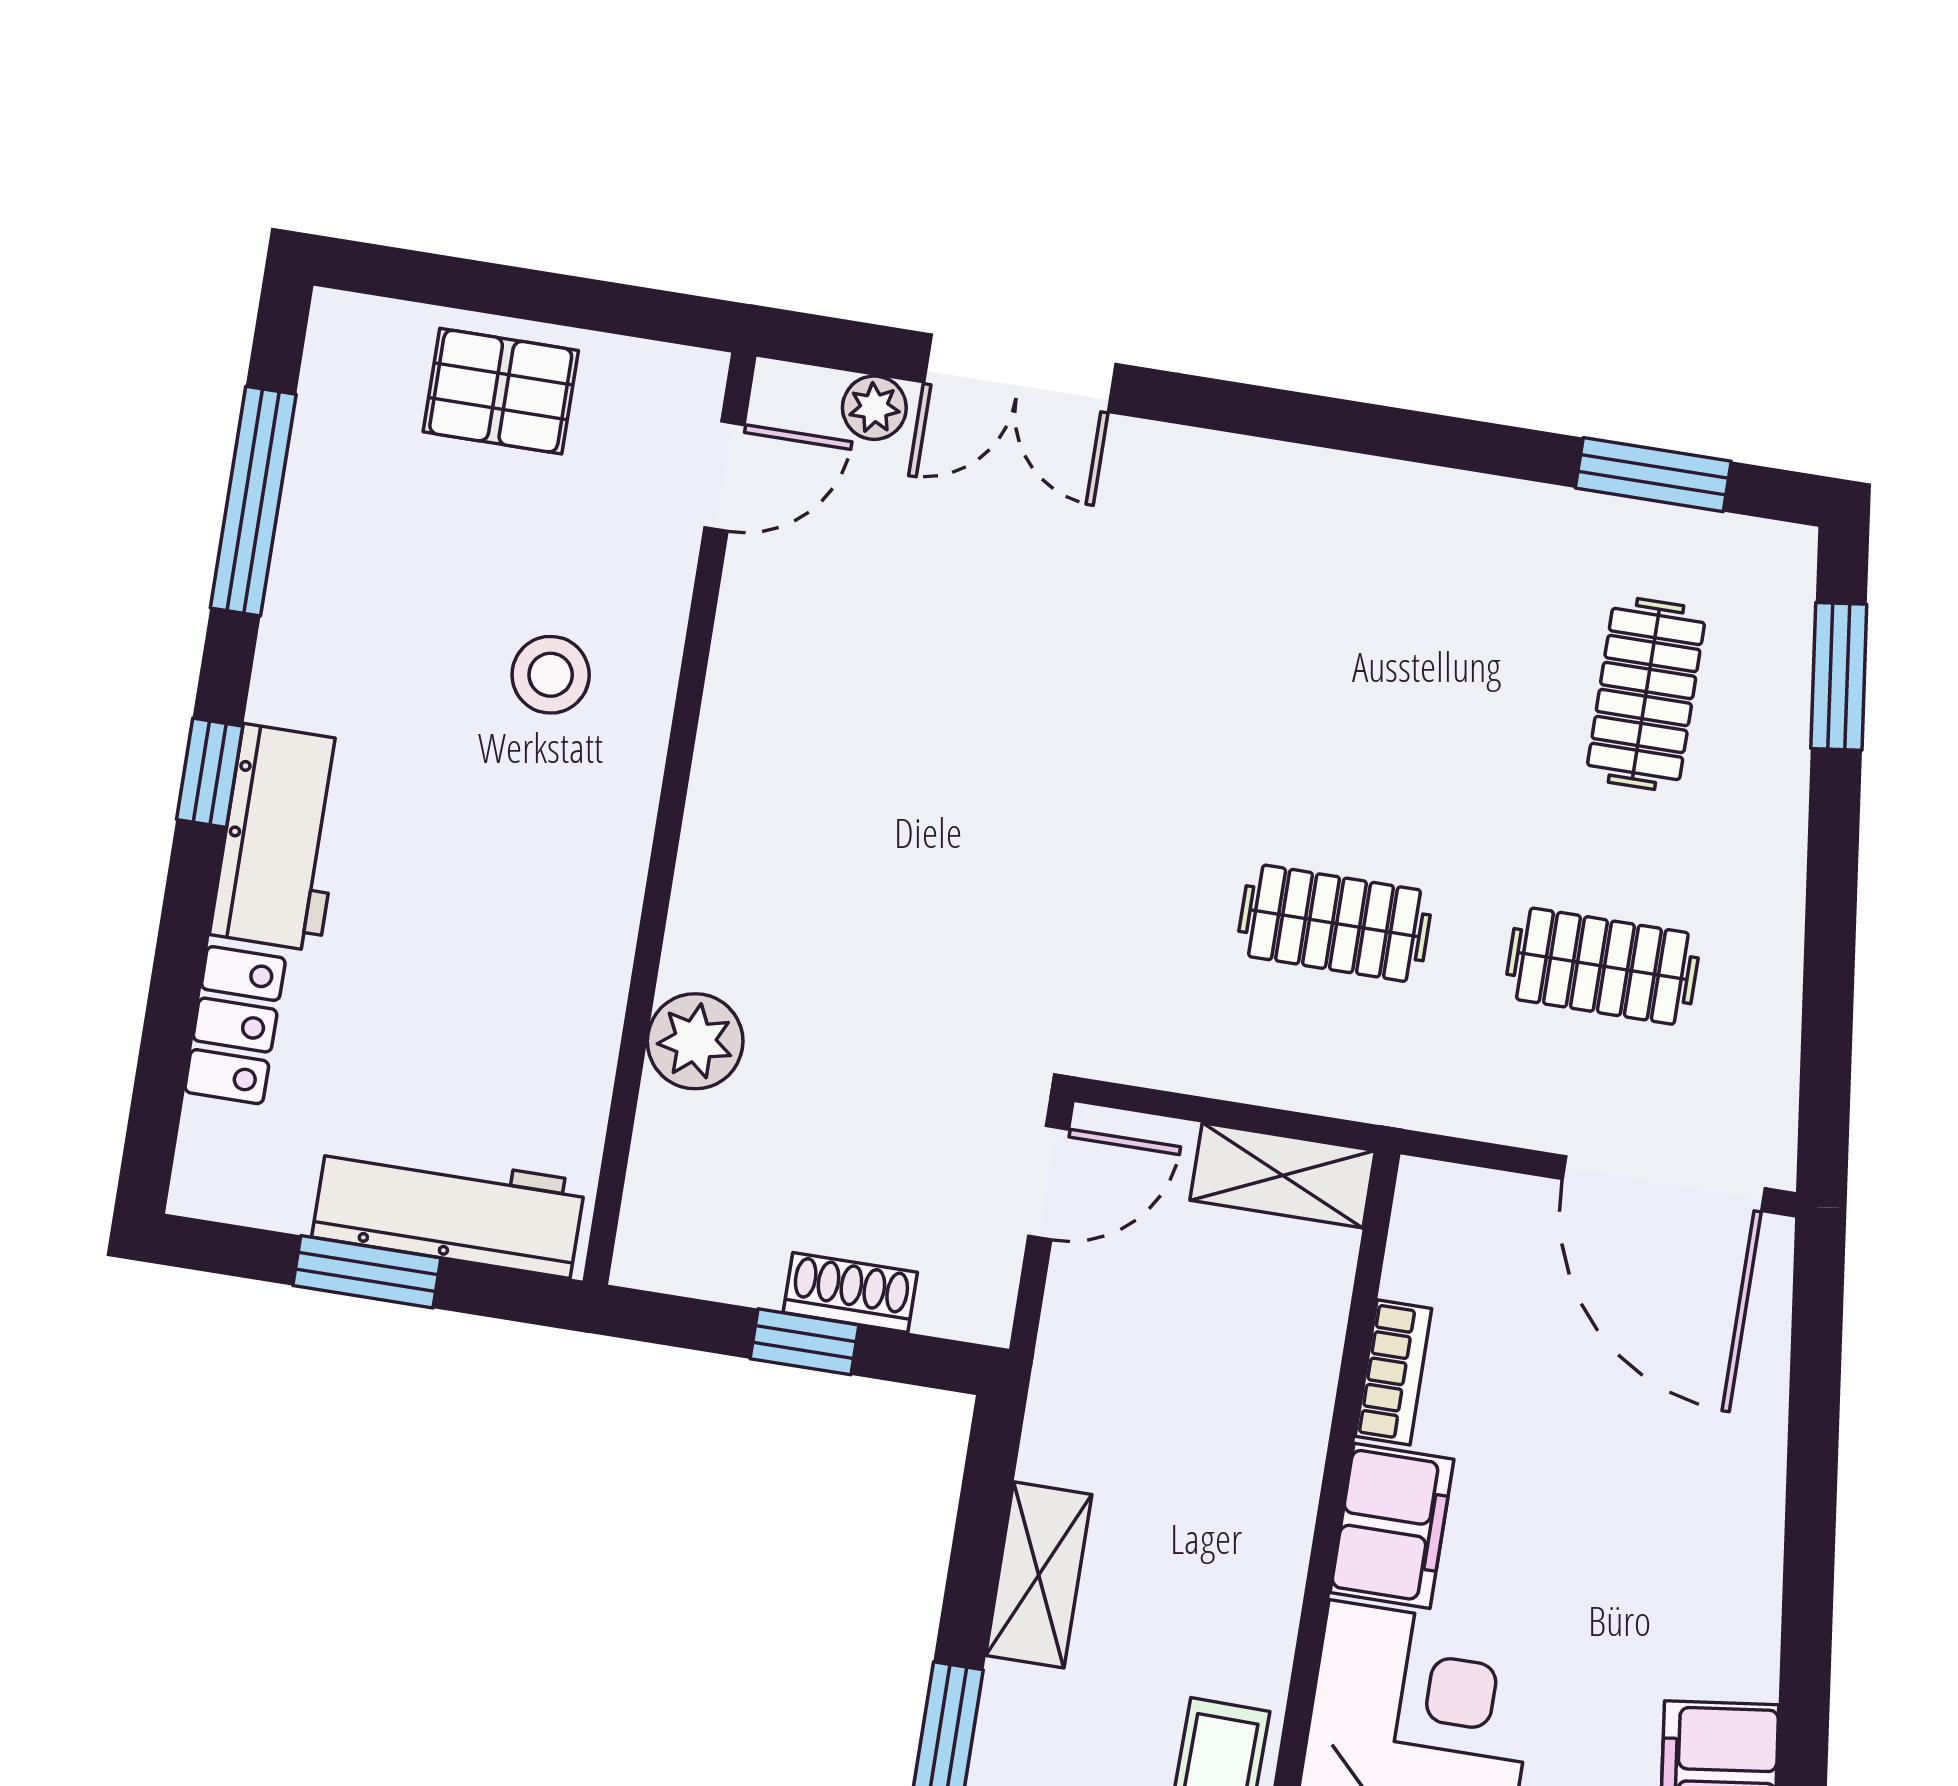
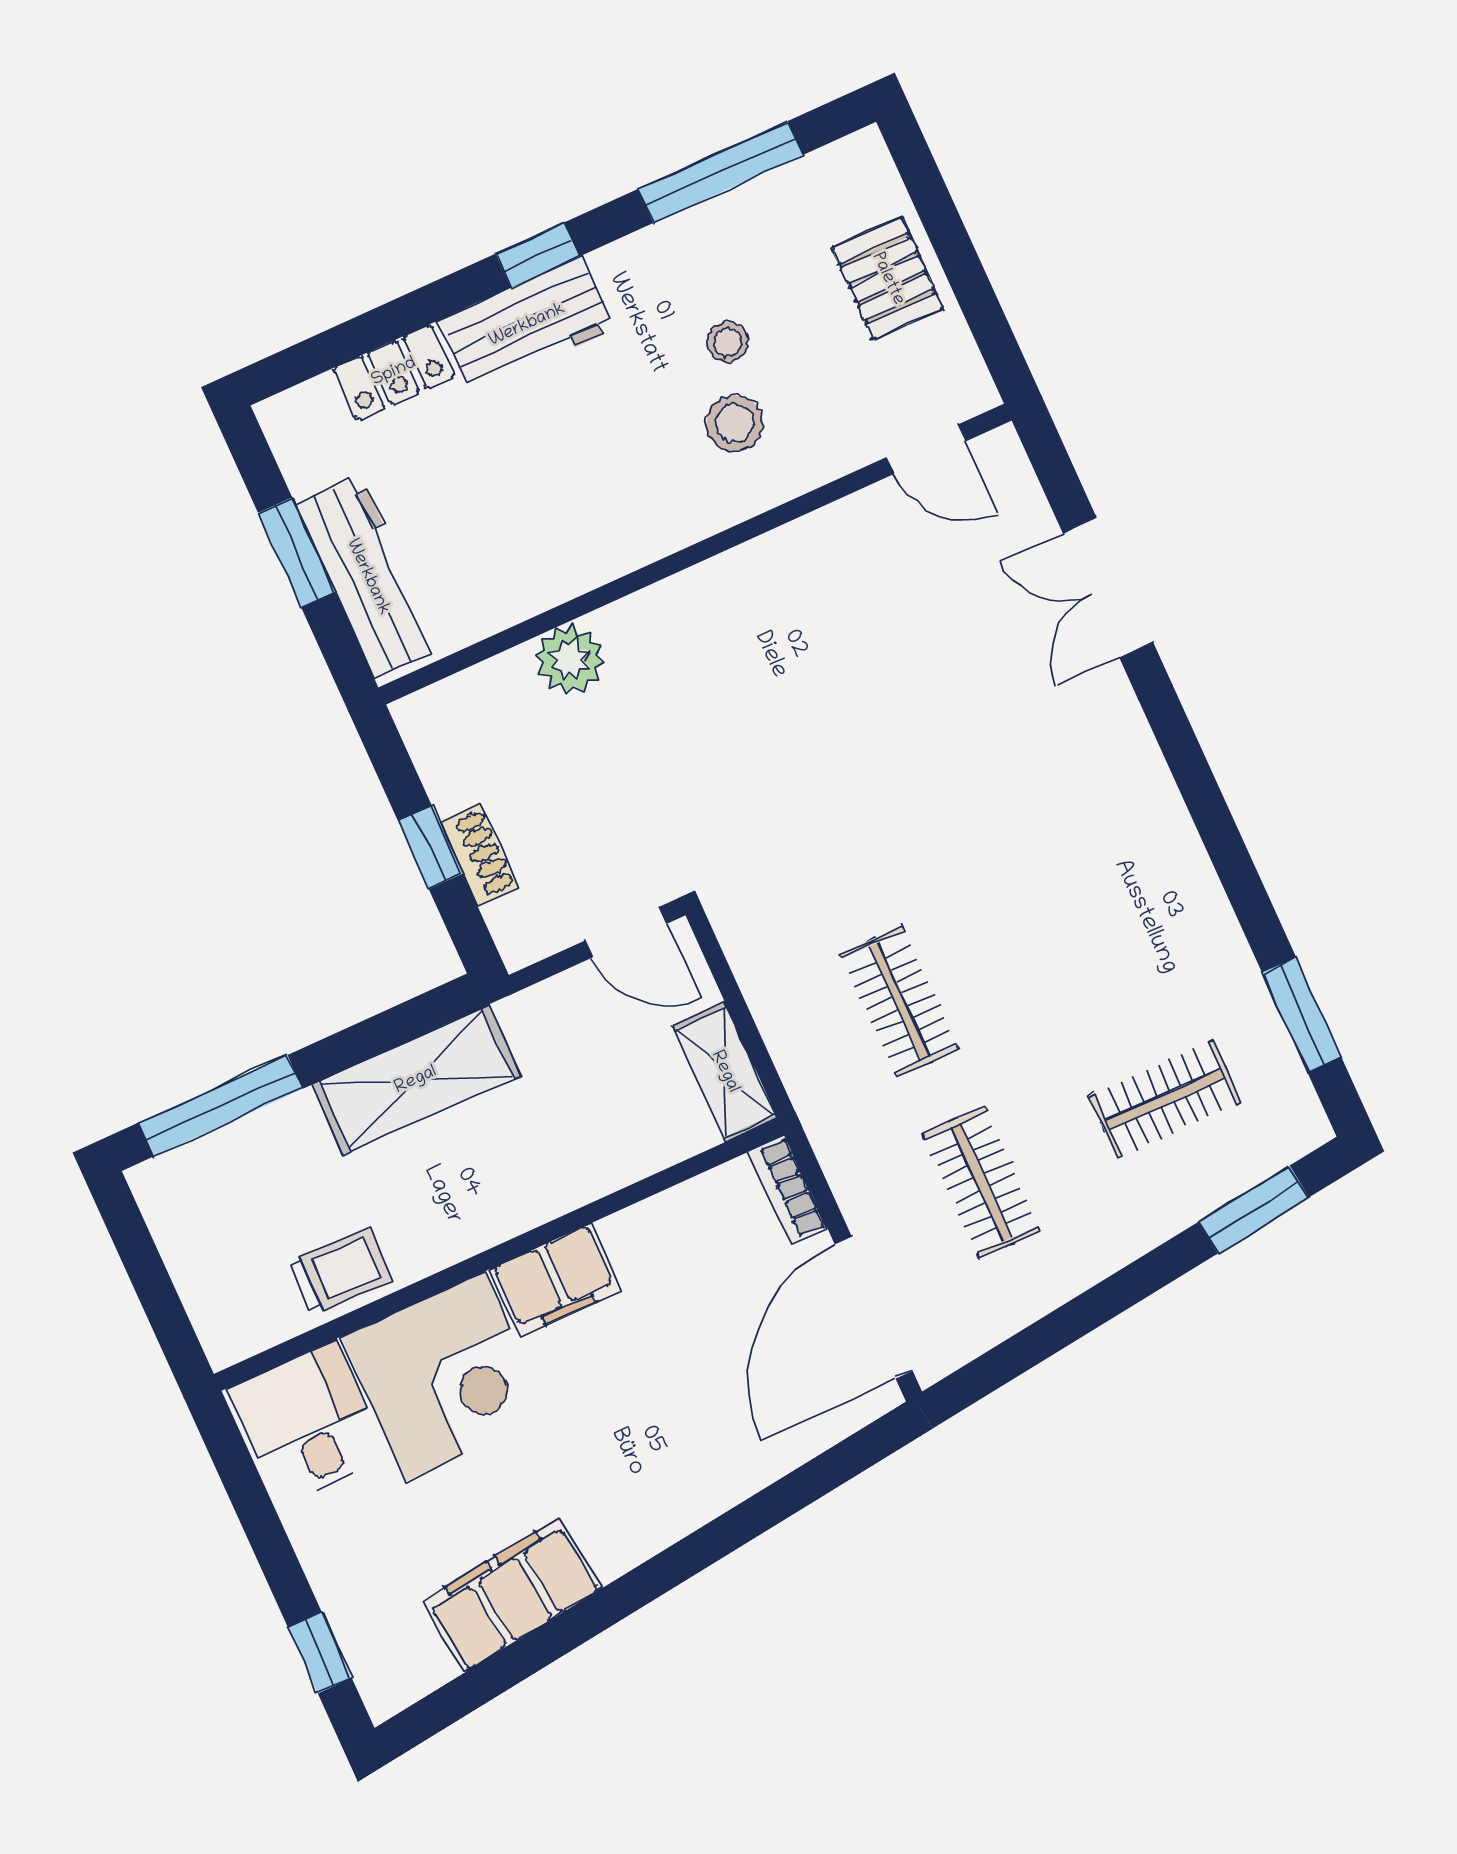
plant: (874, 408) -> (1028, 513), removed
stool: (453, 621) -> (728, 342), added
bookcase: (1393, 1372) -> (788, 1190), moved, turned 90
shelving: (1039, 1575) -> (416, 1080), width x1.50, depth x1.33

